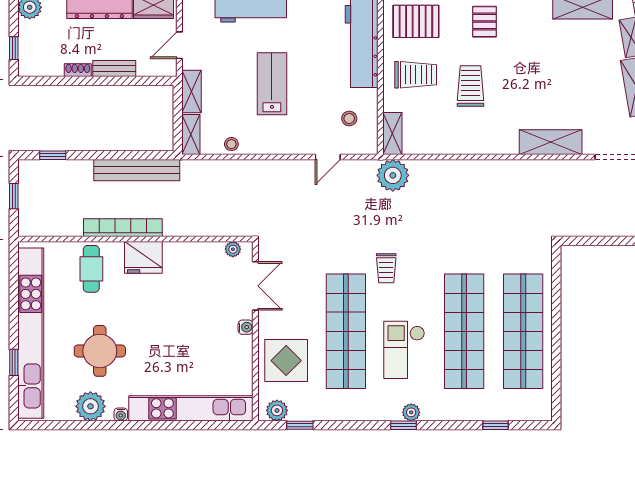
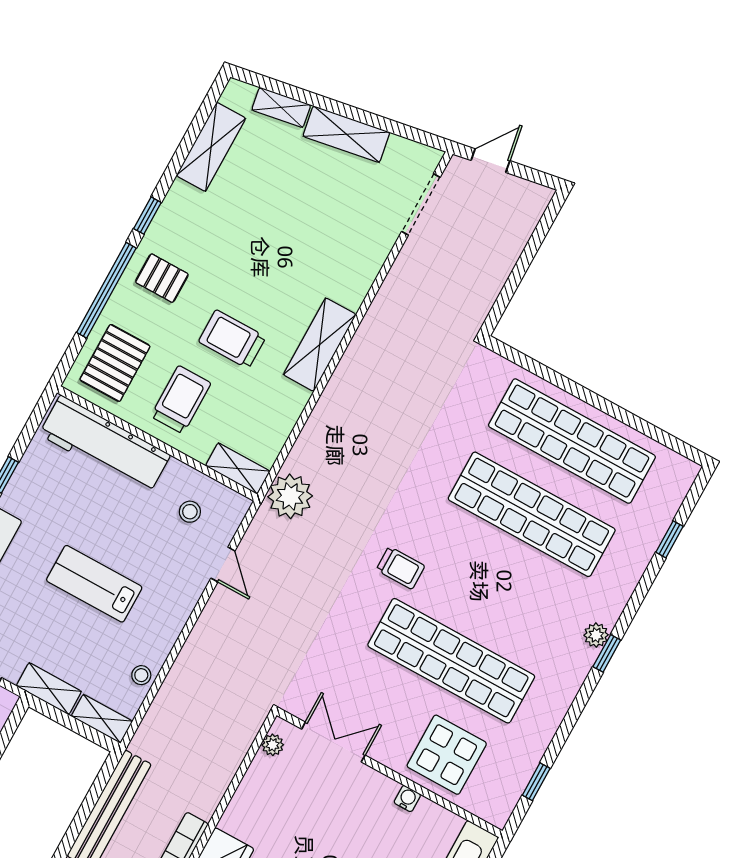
shelving: (551, 142) -> (320, 345), moved
water cooler: (246, 327) -> (407, 799), moved
checkout: (404, 350) -> (514, 601), removed
plant: (277, 410) -> (502, 800), removed

